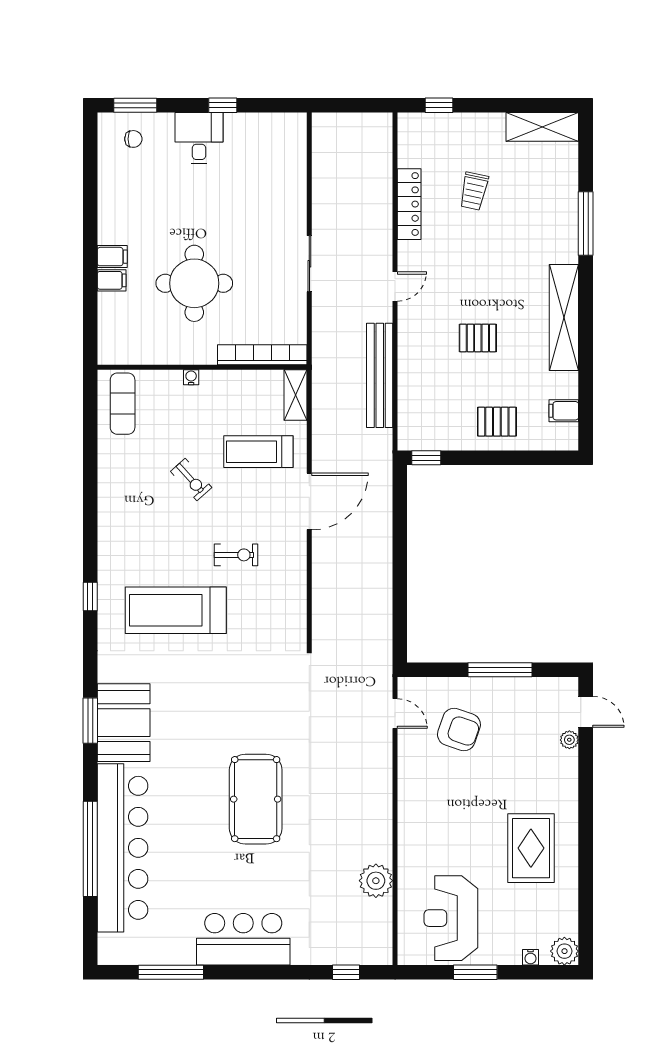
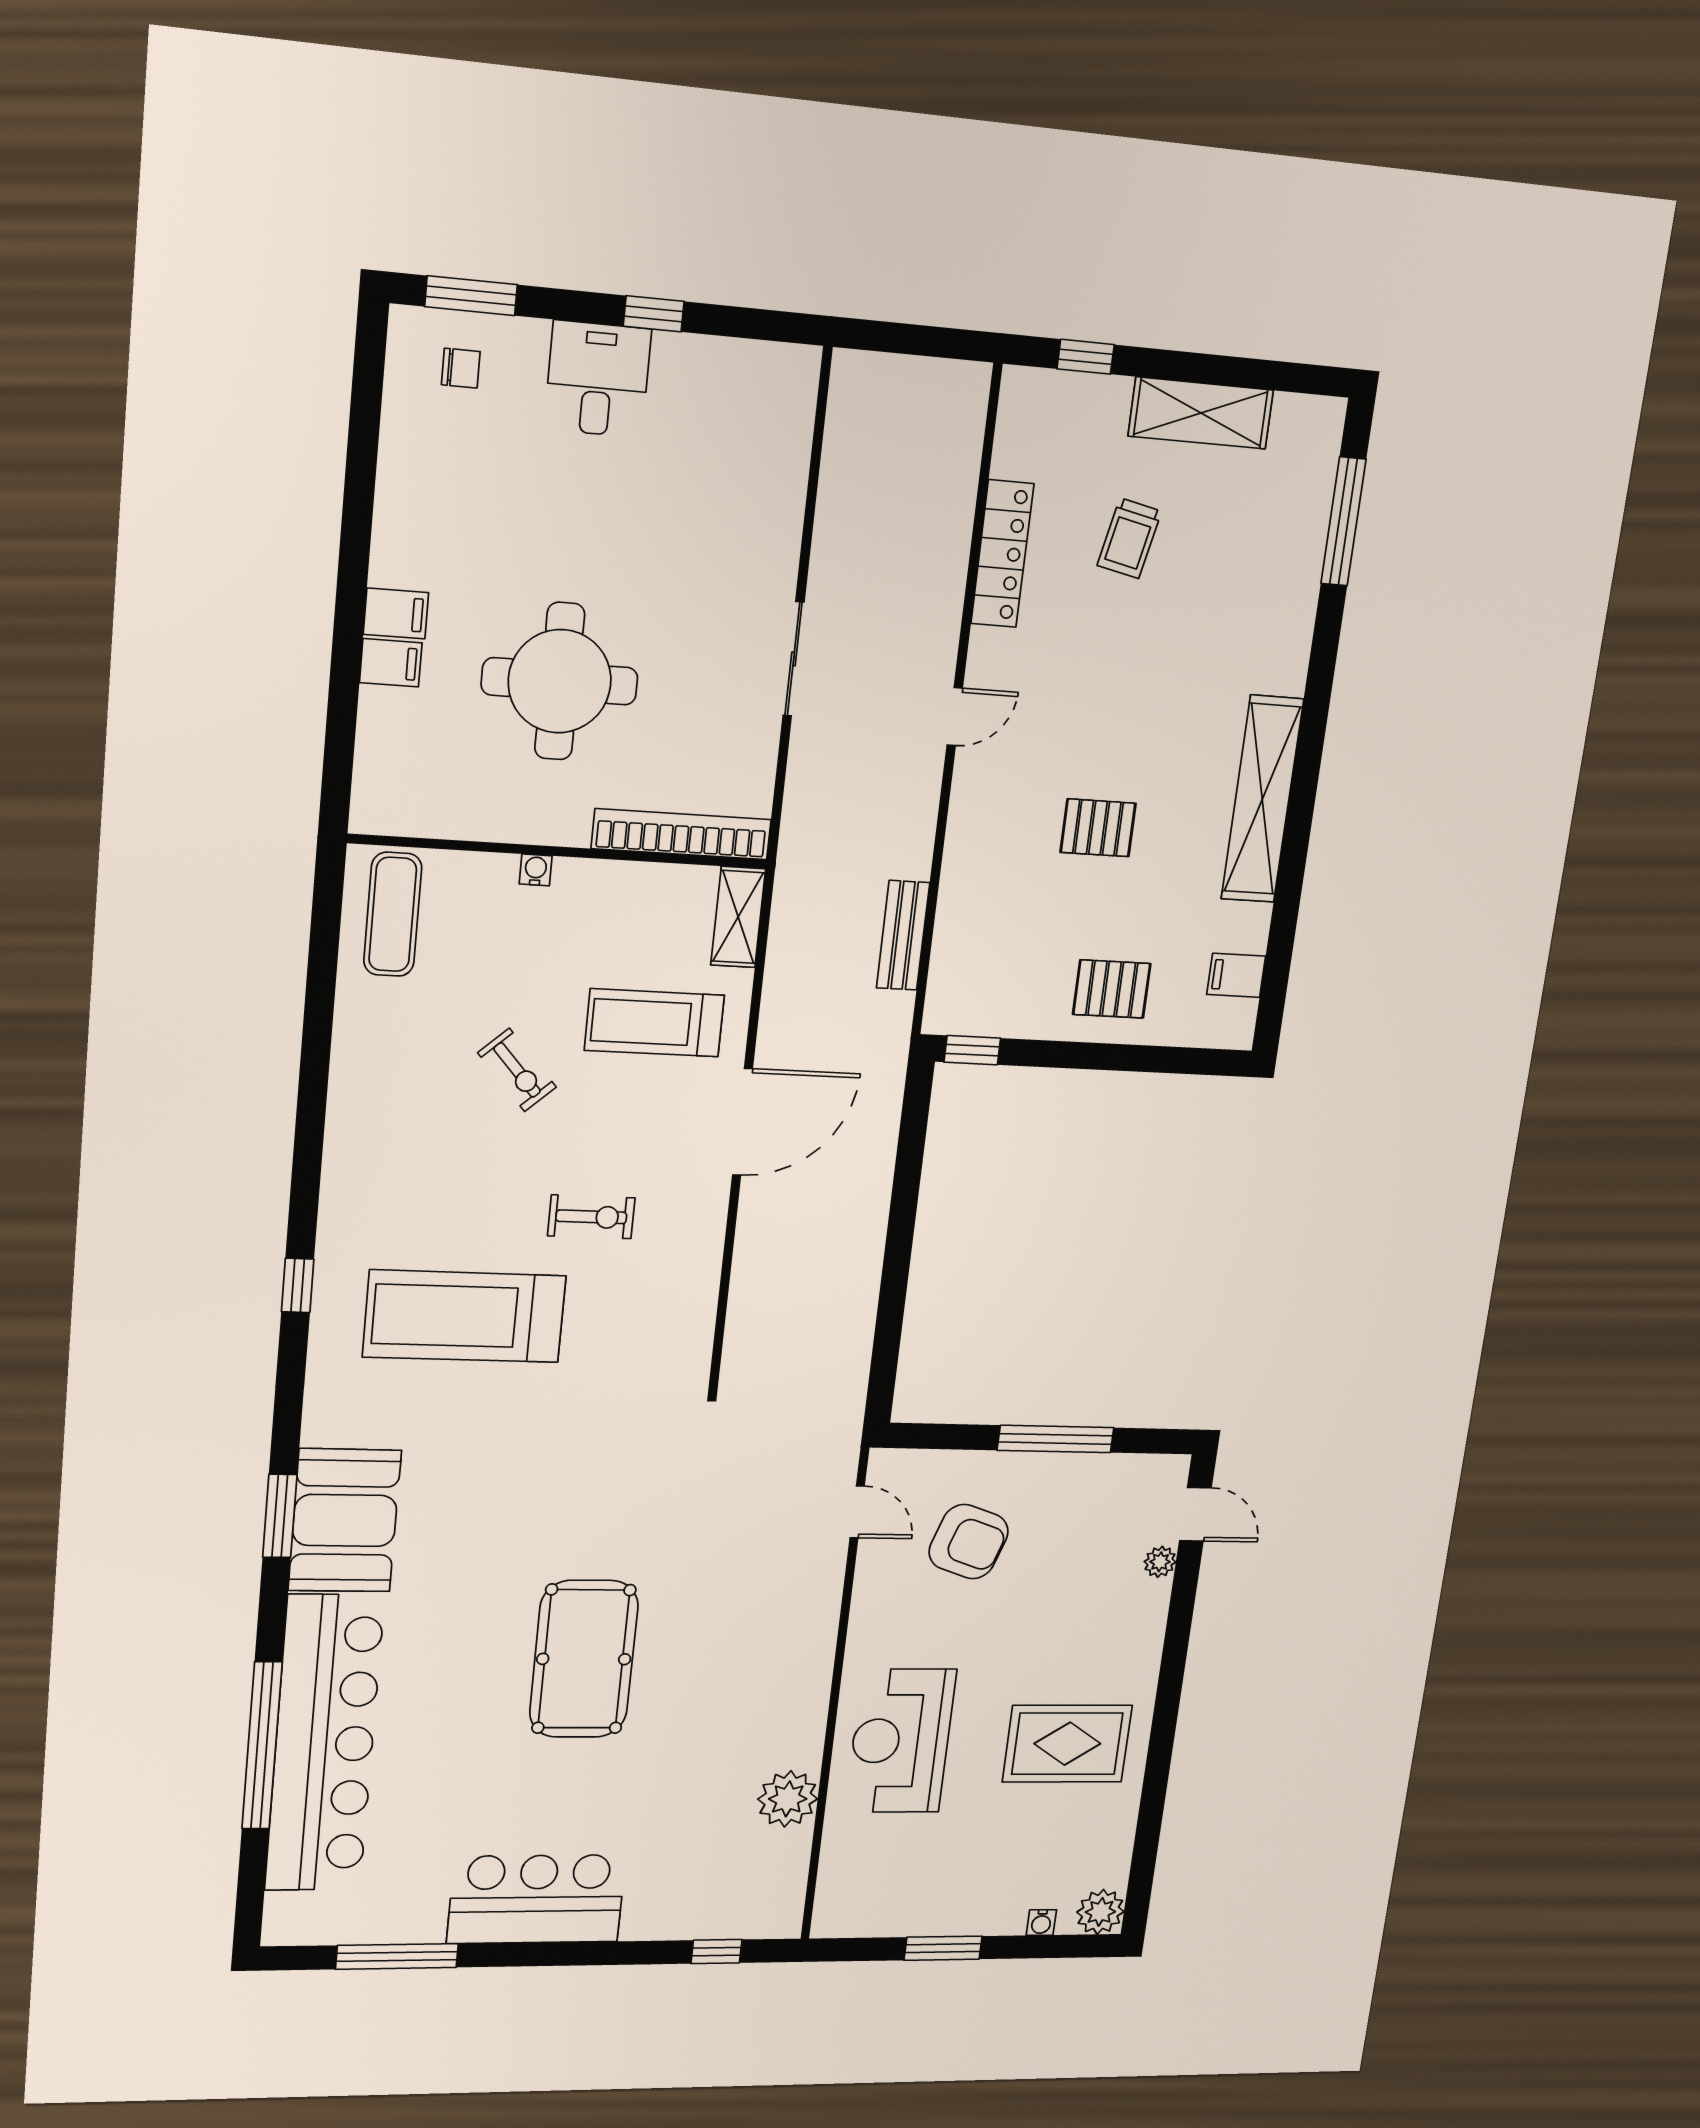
shelving: (542, 127) -> (1201, 413), moved
window: (586, 223) -> (1344, 521), moved
bench: (380, 375) -> (903, 935), width x0.54, depth x0.82
rug: (531, 848) -> (1067, 1744), turned 90
reception desk: (451, 918) -> (901, 1741), moved

